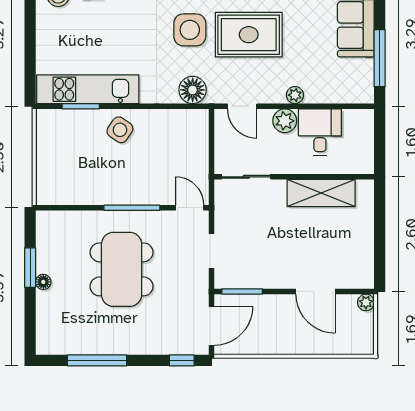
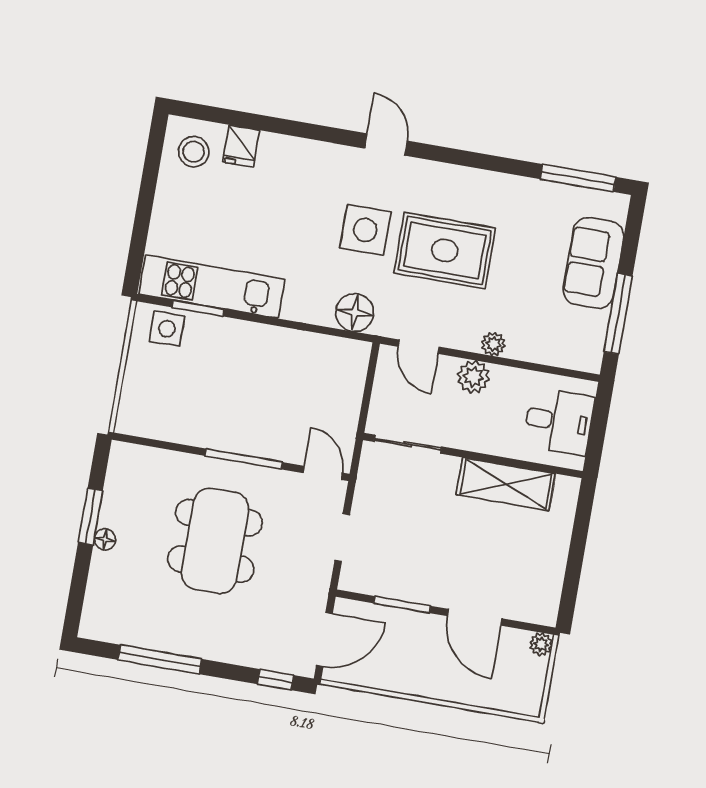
side table: (120, 130) -> (167, 329), moved, turned -34
desk: (320, 132) -> (559, 421), moved, turned 90
window: (242, 291) -> (402, 605), moved

